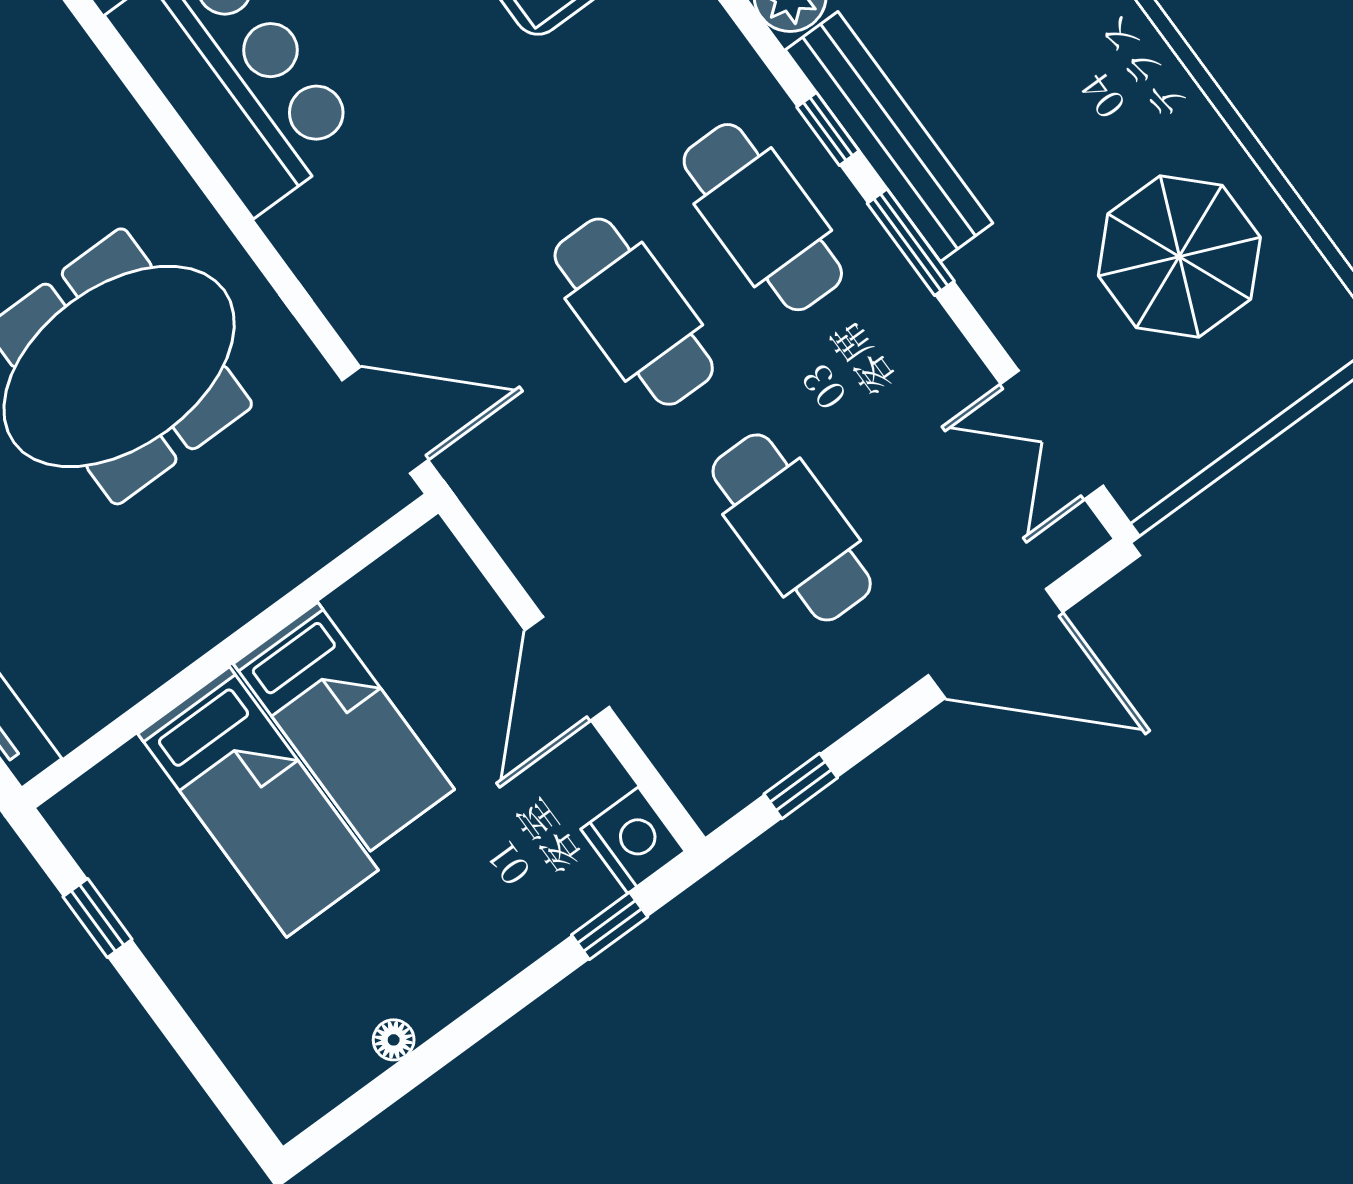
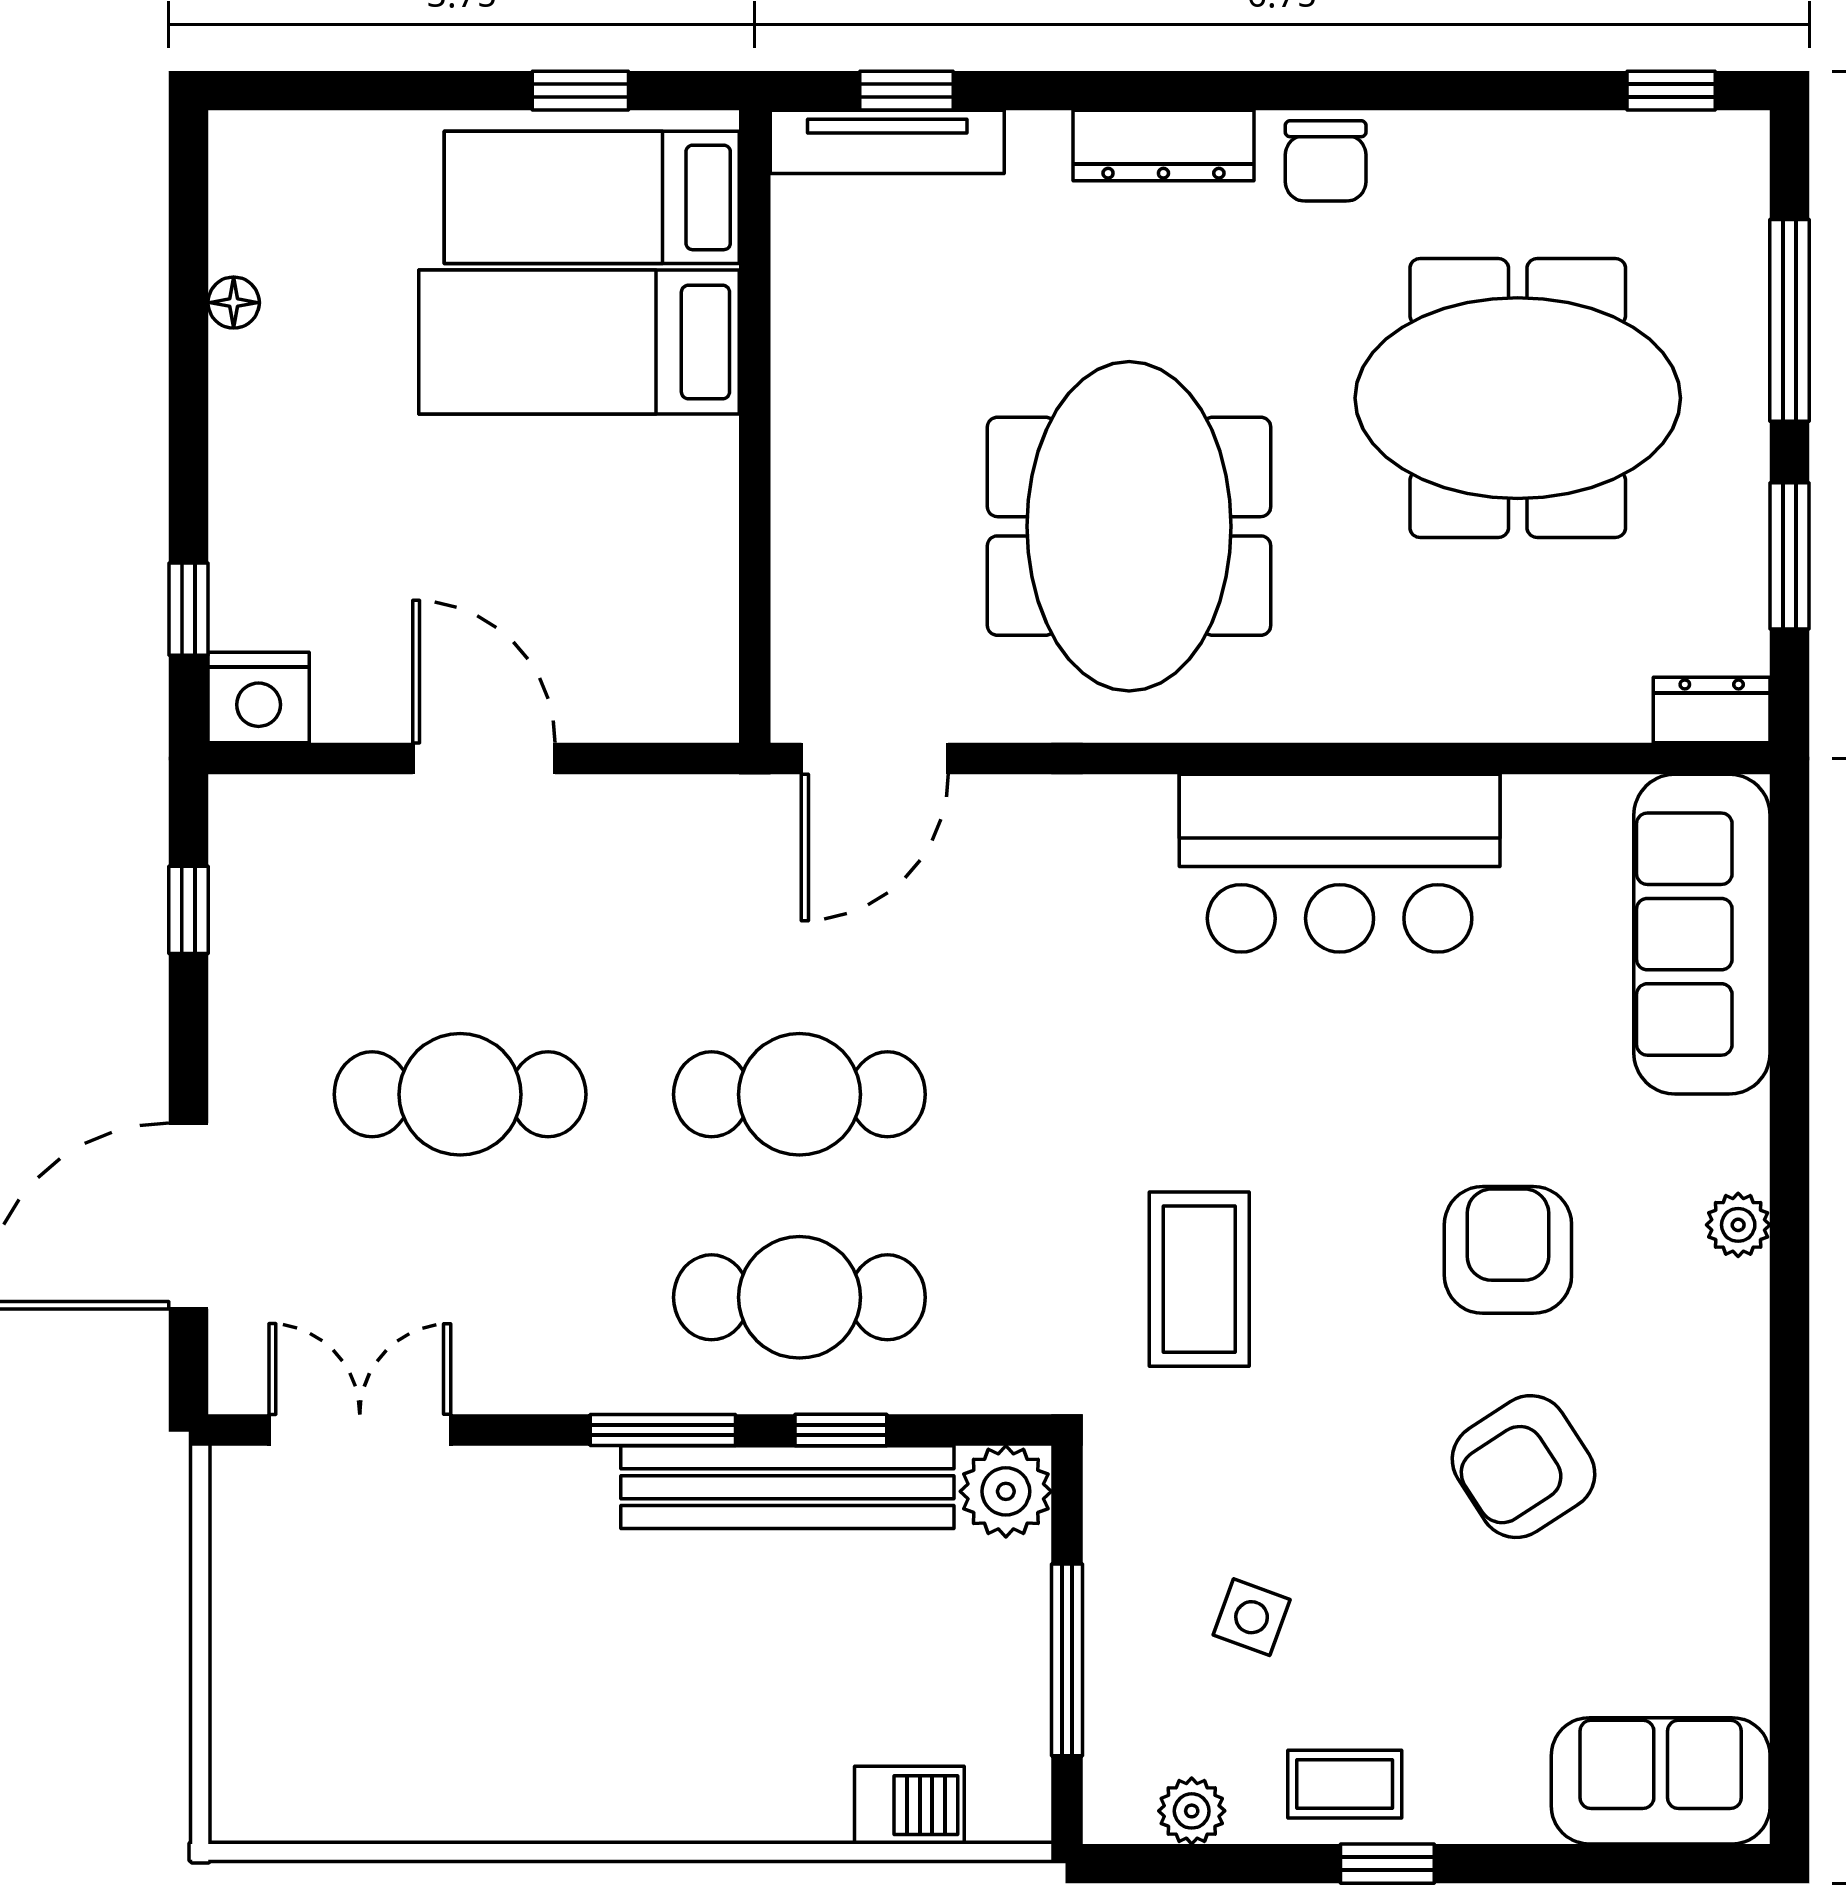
parasol: (1179, 256) -> (447, 1694), removed
bed: (344, 727) -> (592, 197), moved

